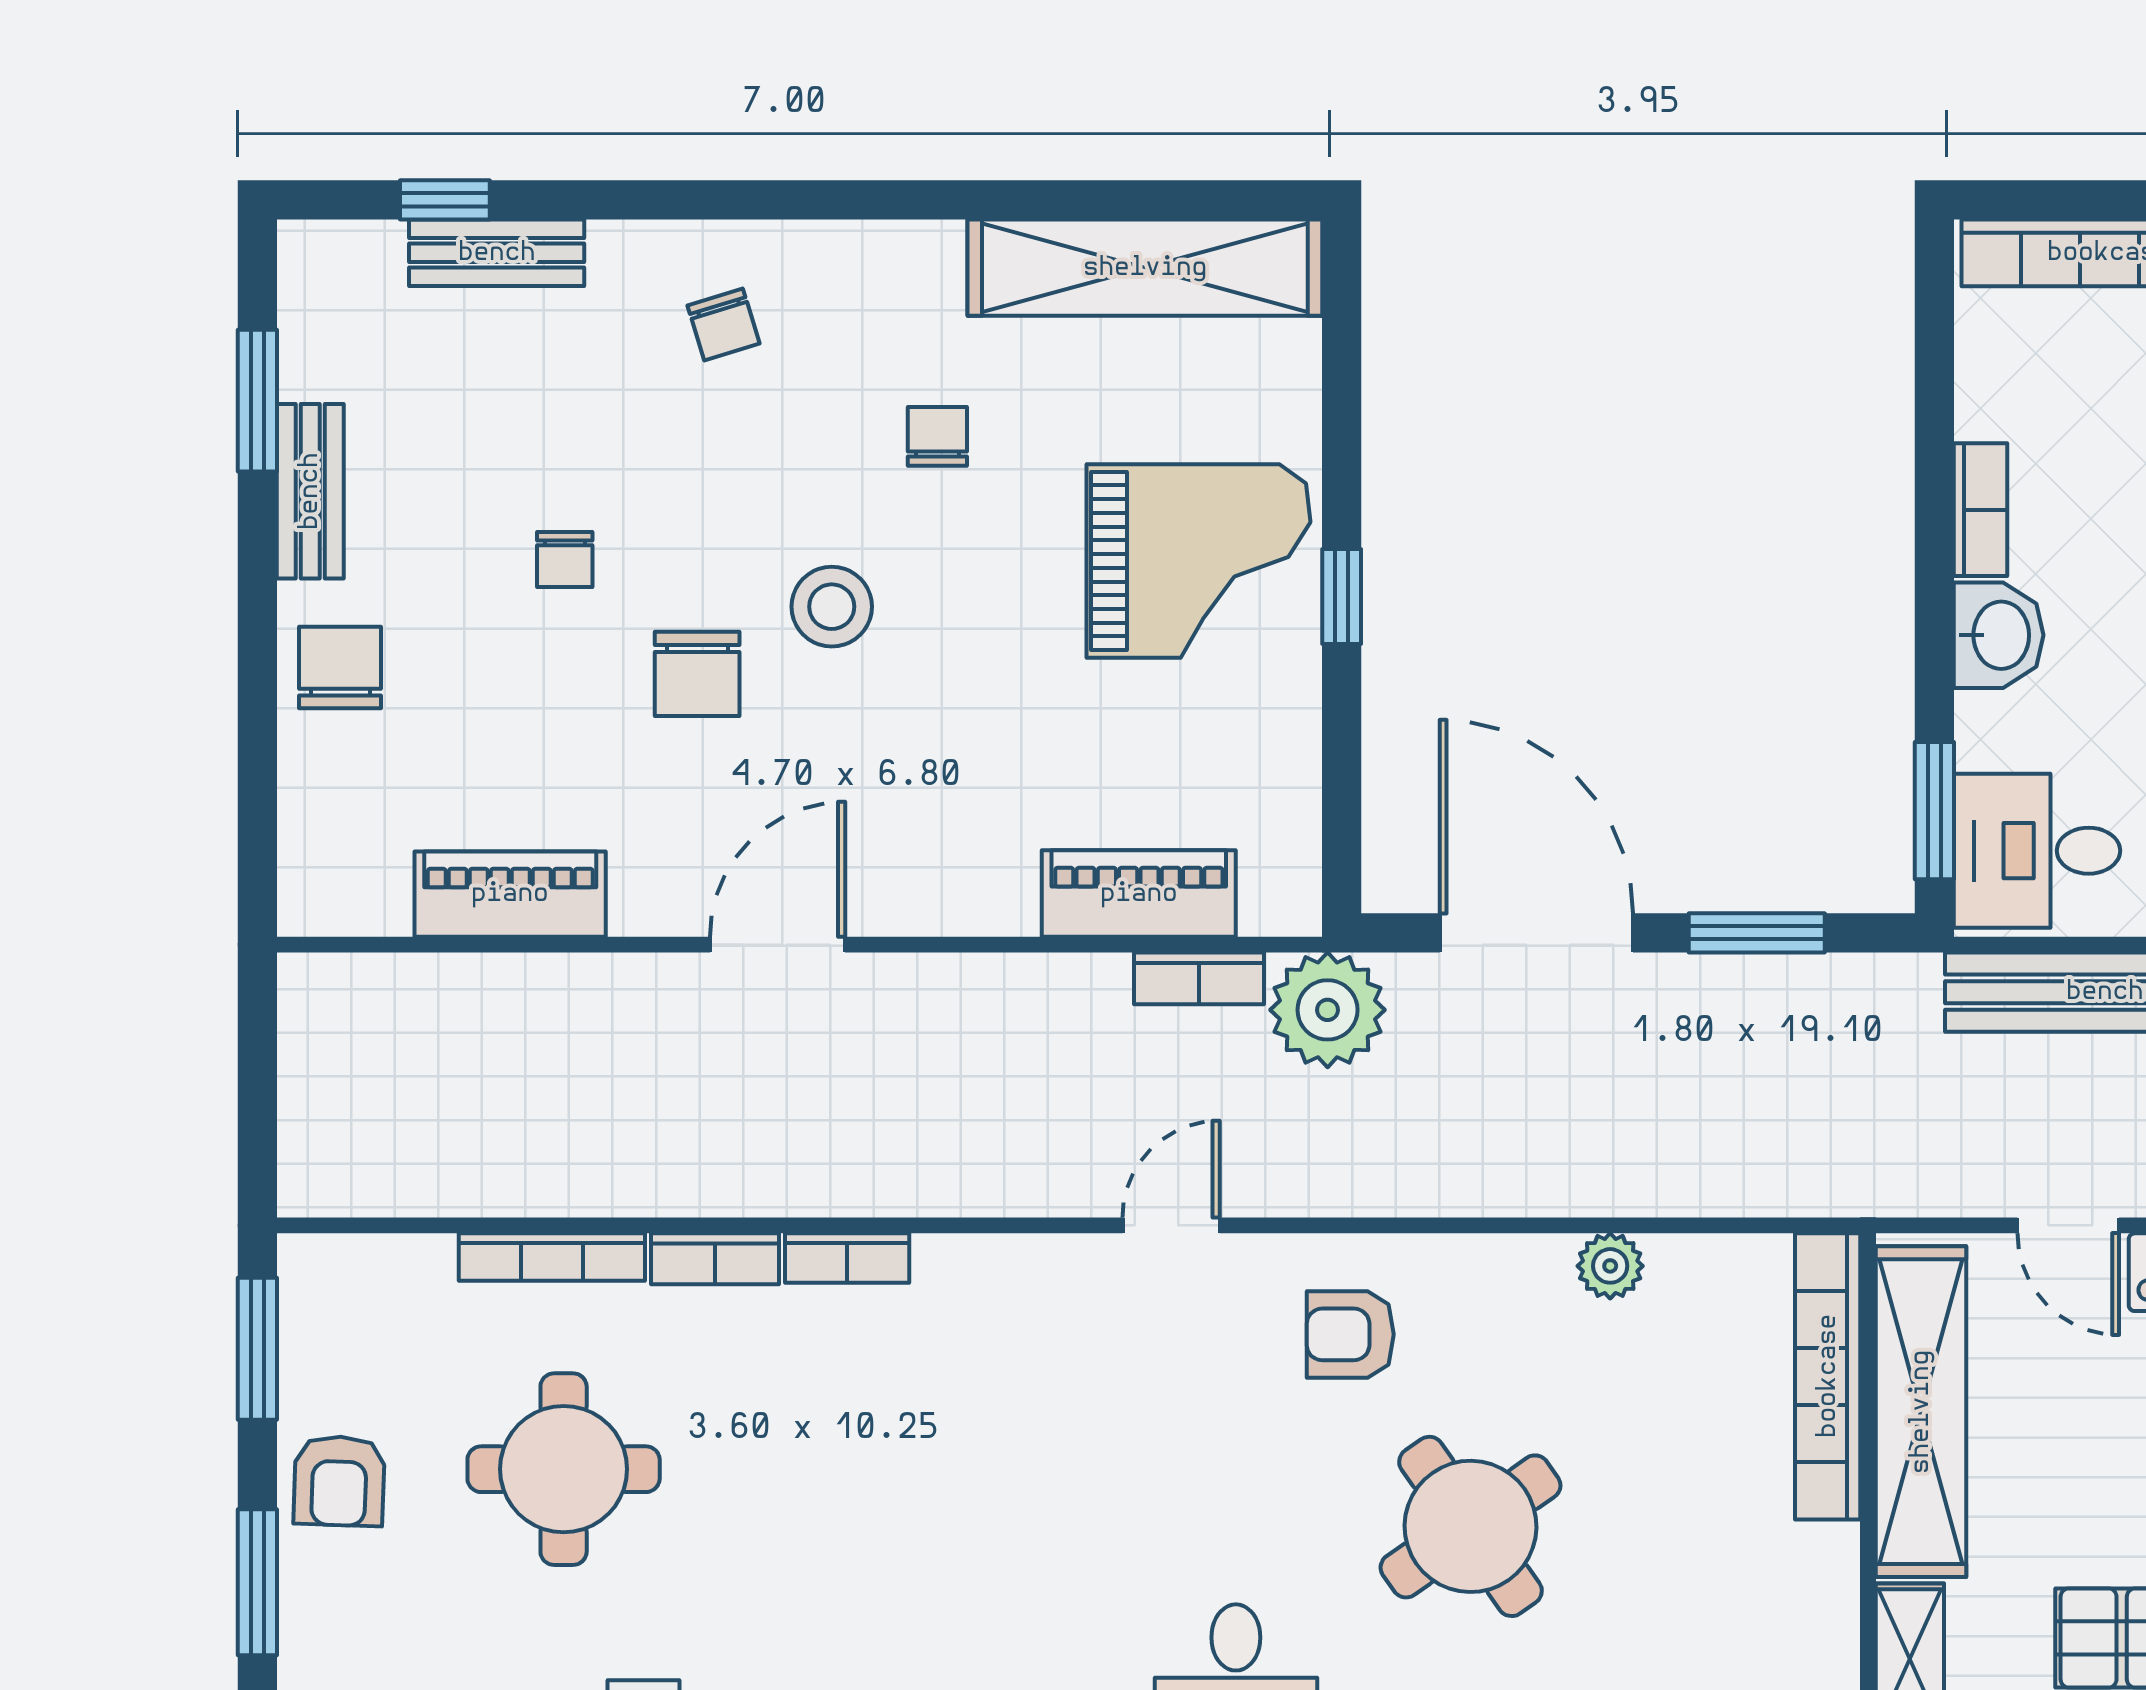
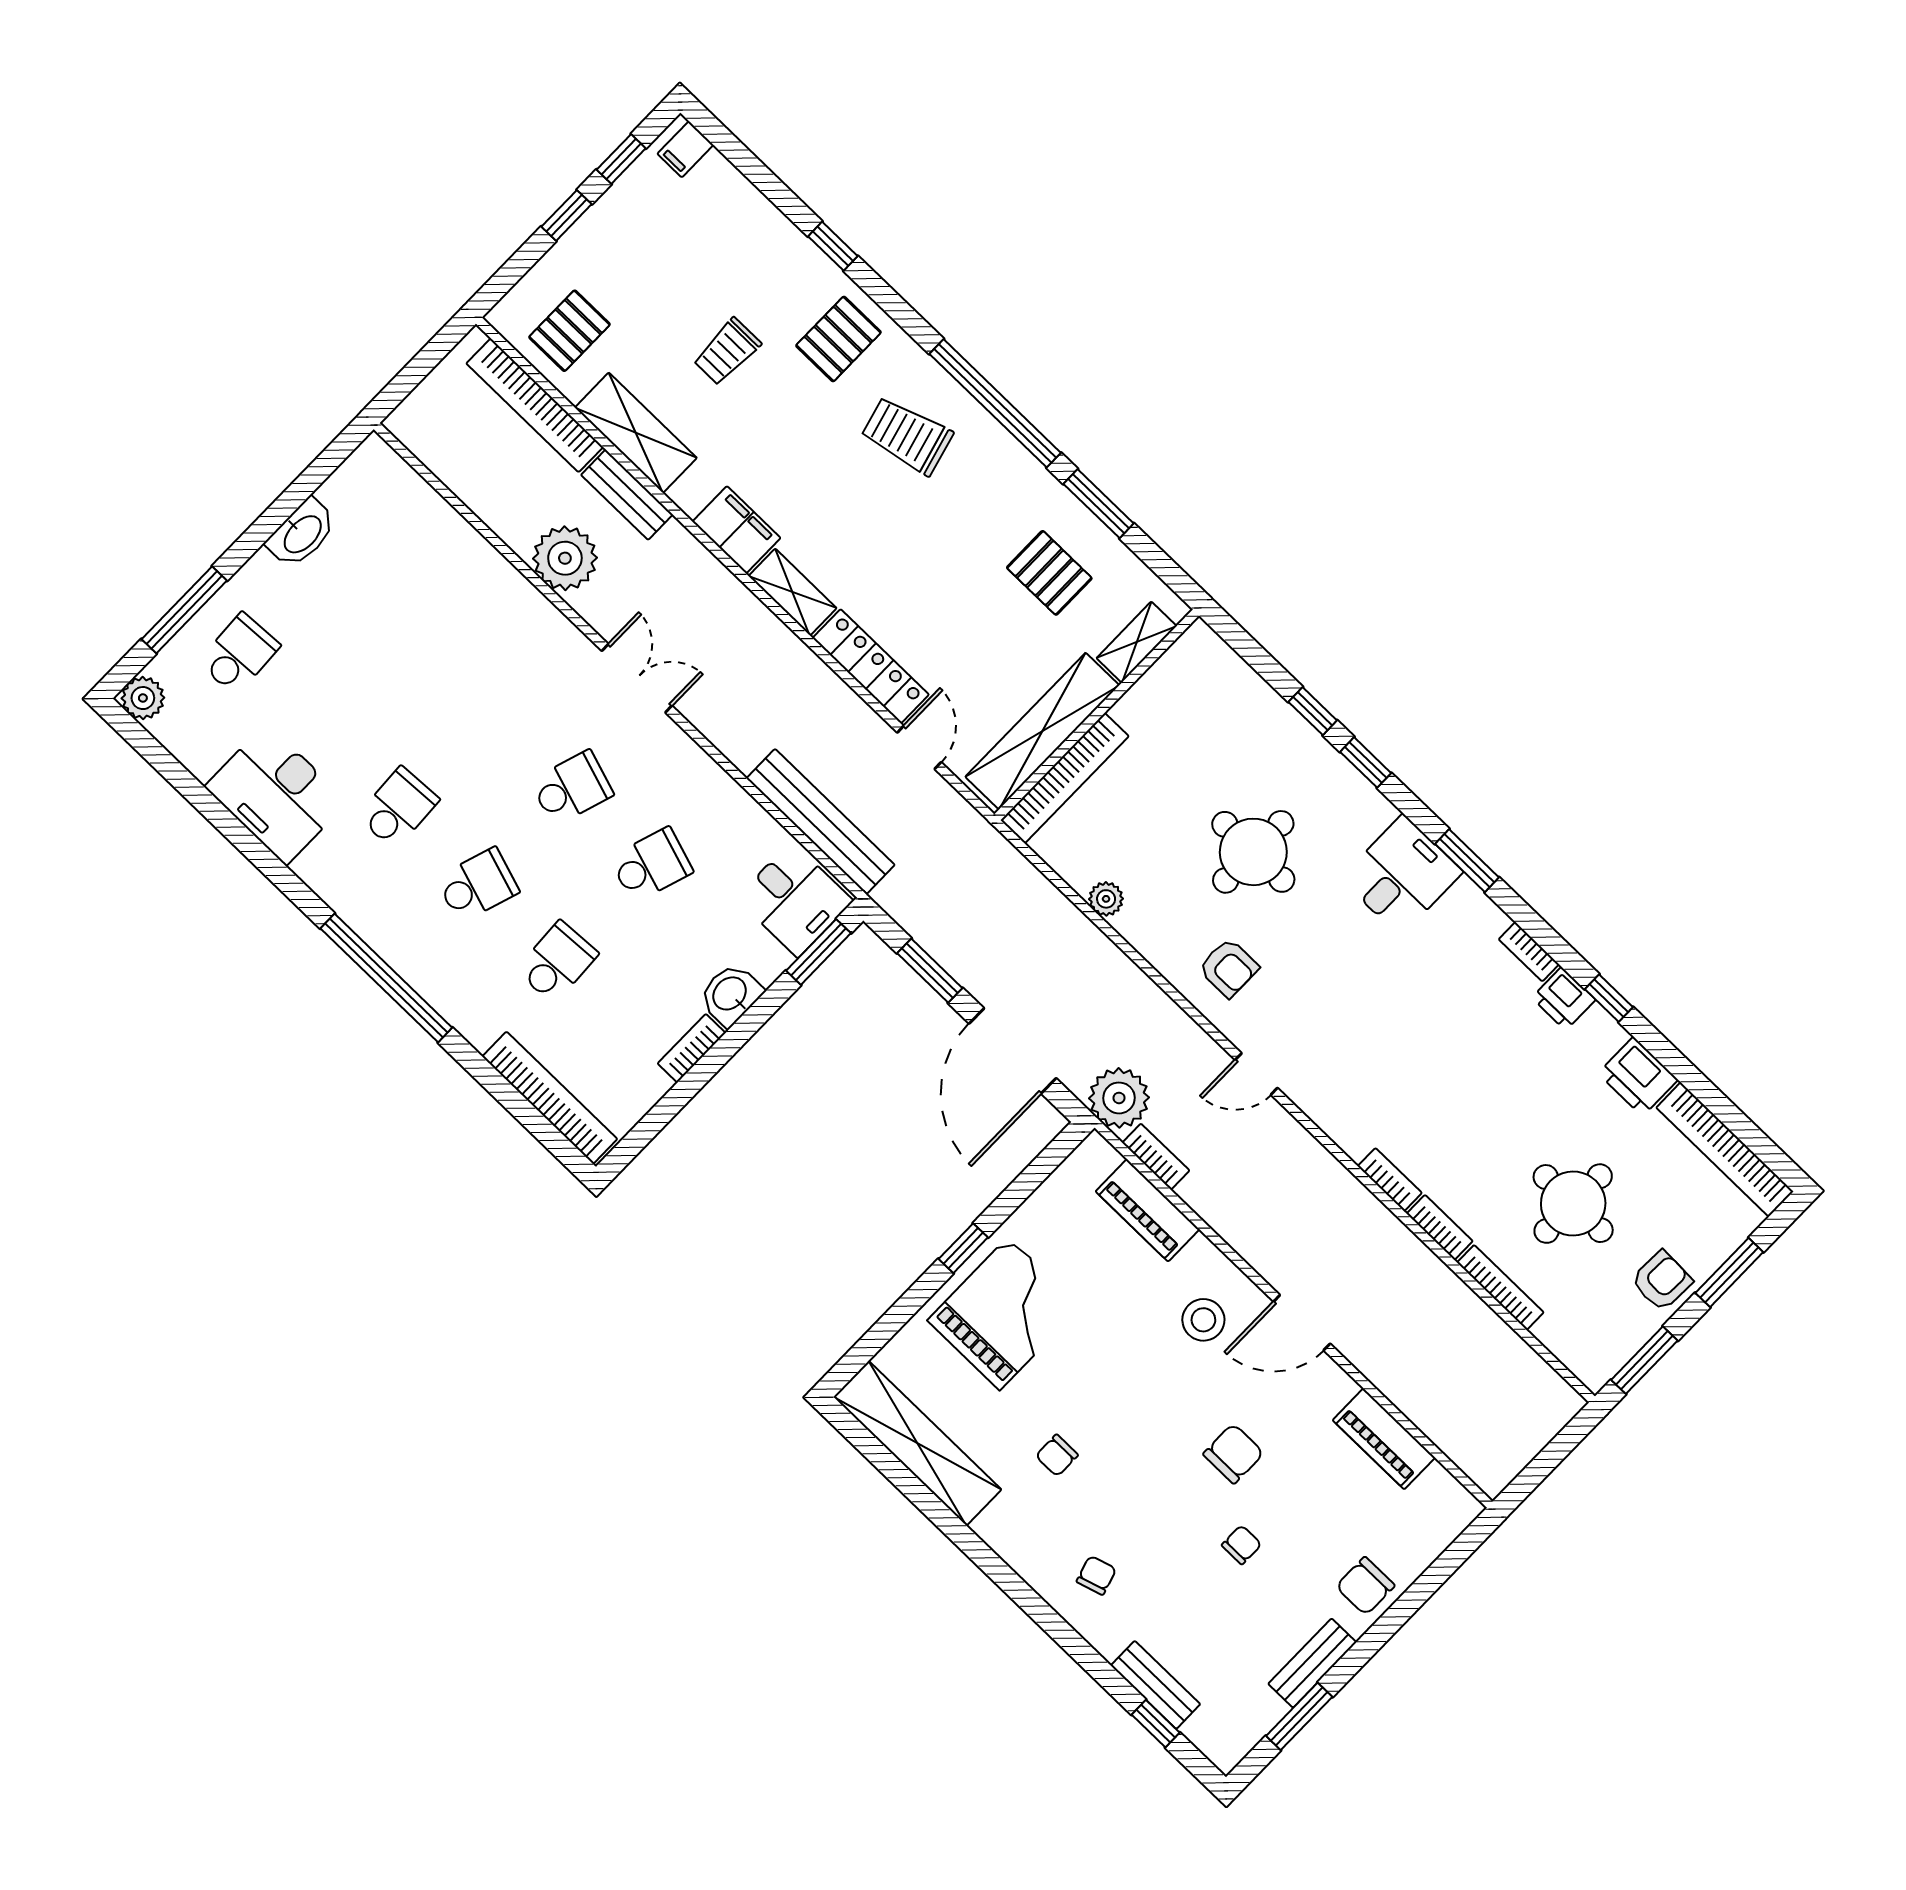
grand piano: (1198, 561) -> (1004, 1314), turned 90
stool: (832, 607) -> (1203, 1320), moved
round table: (1471, 1526) -> (1253, 852), turned 35

